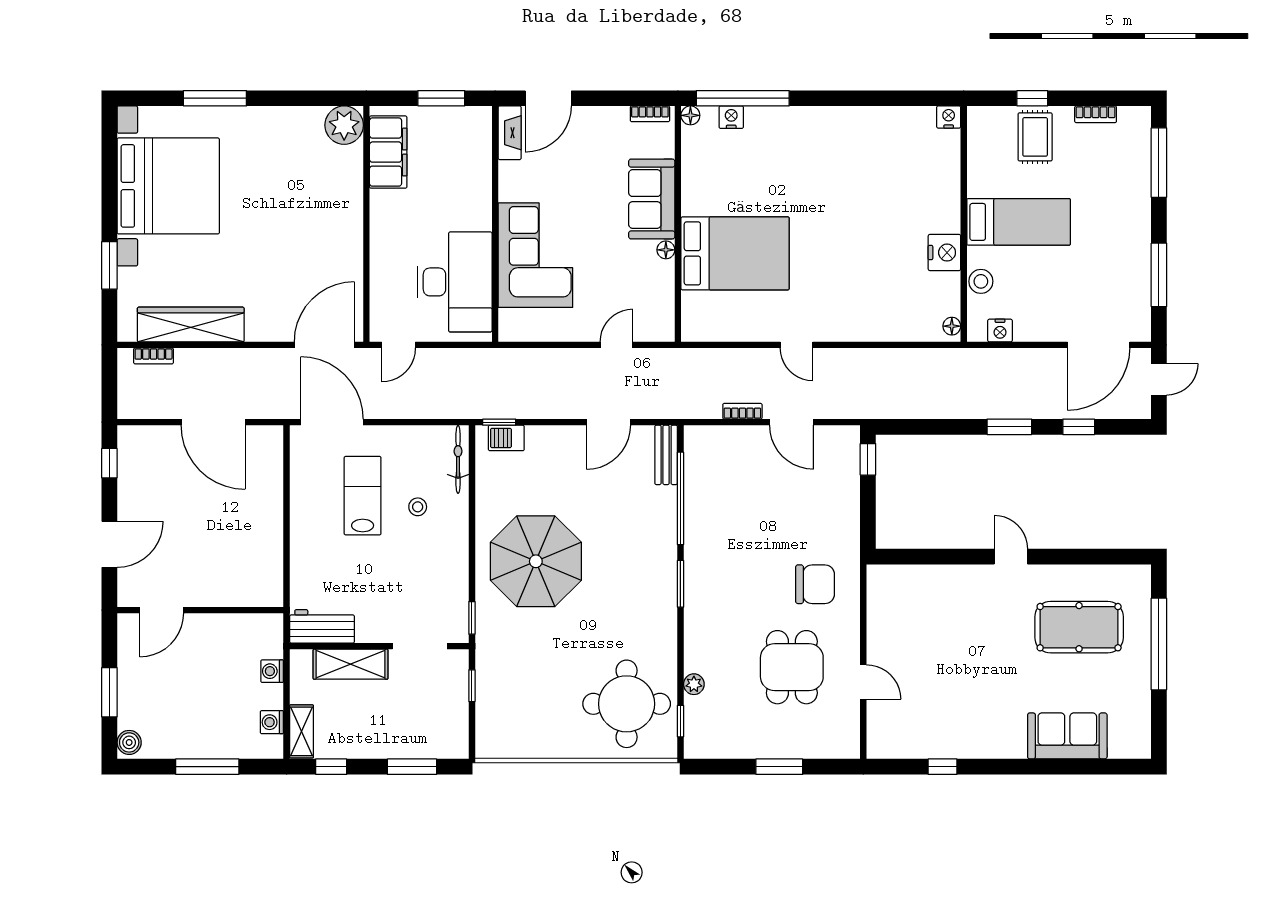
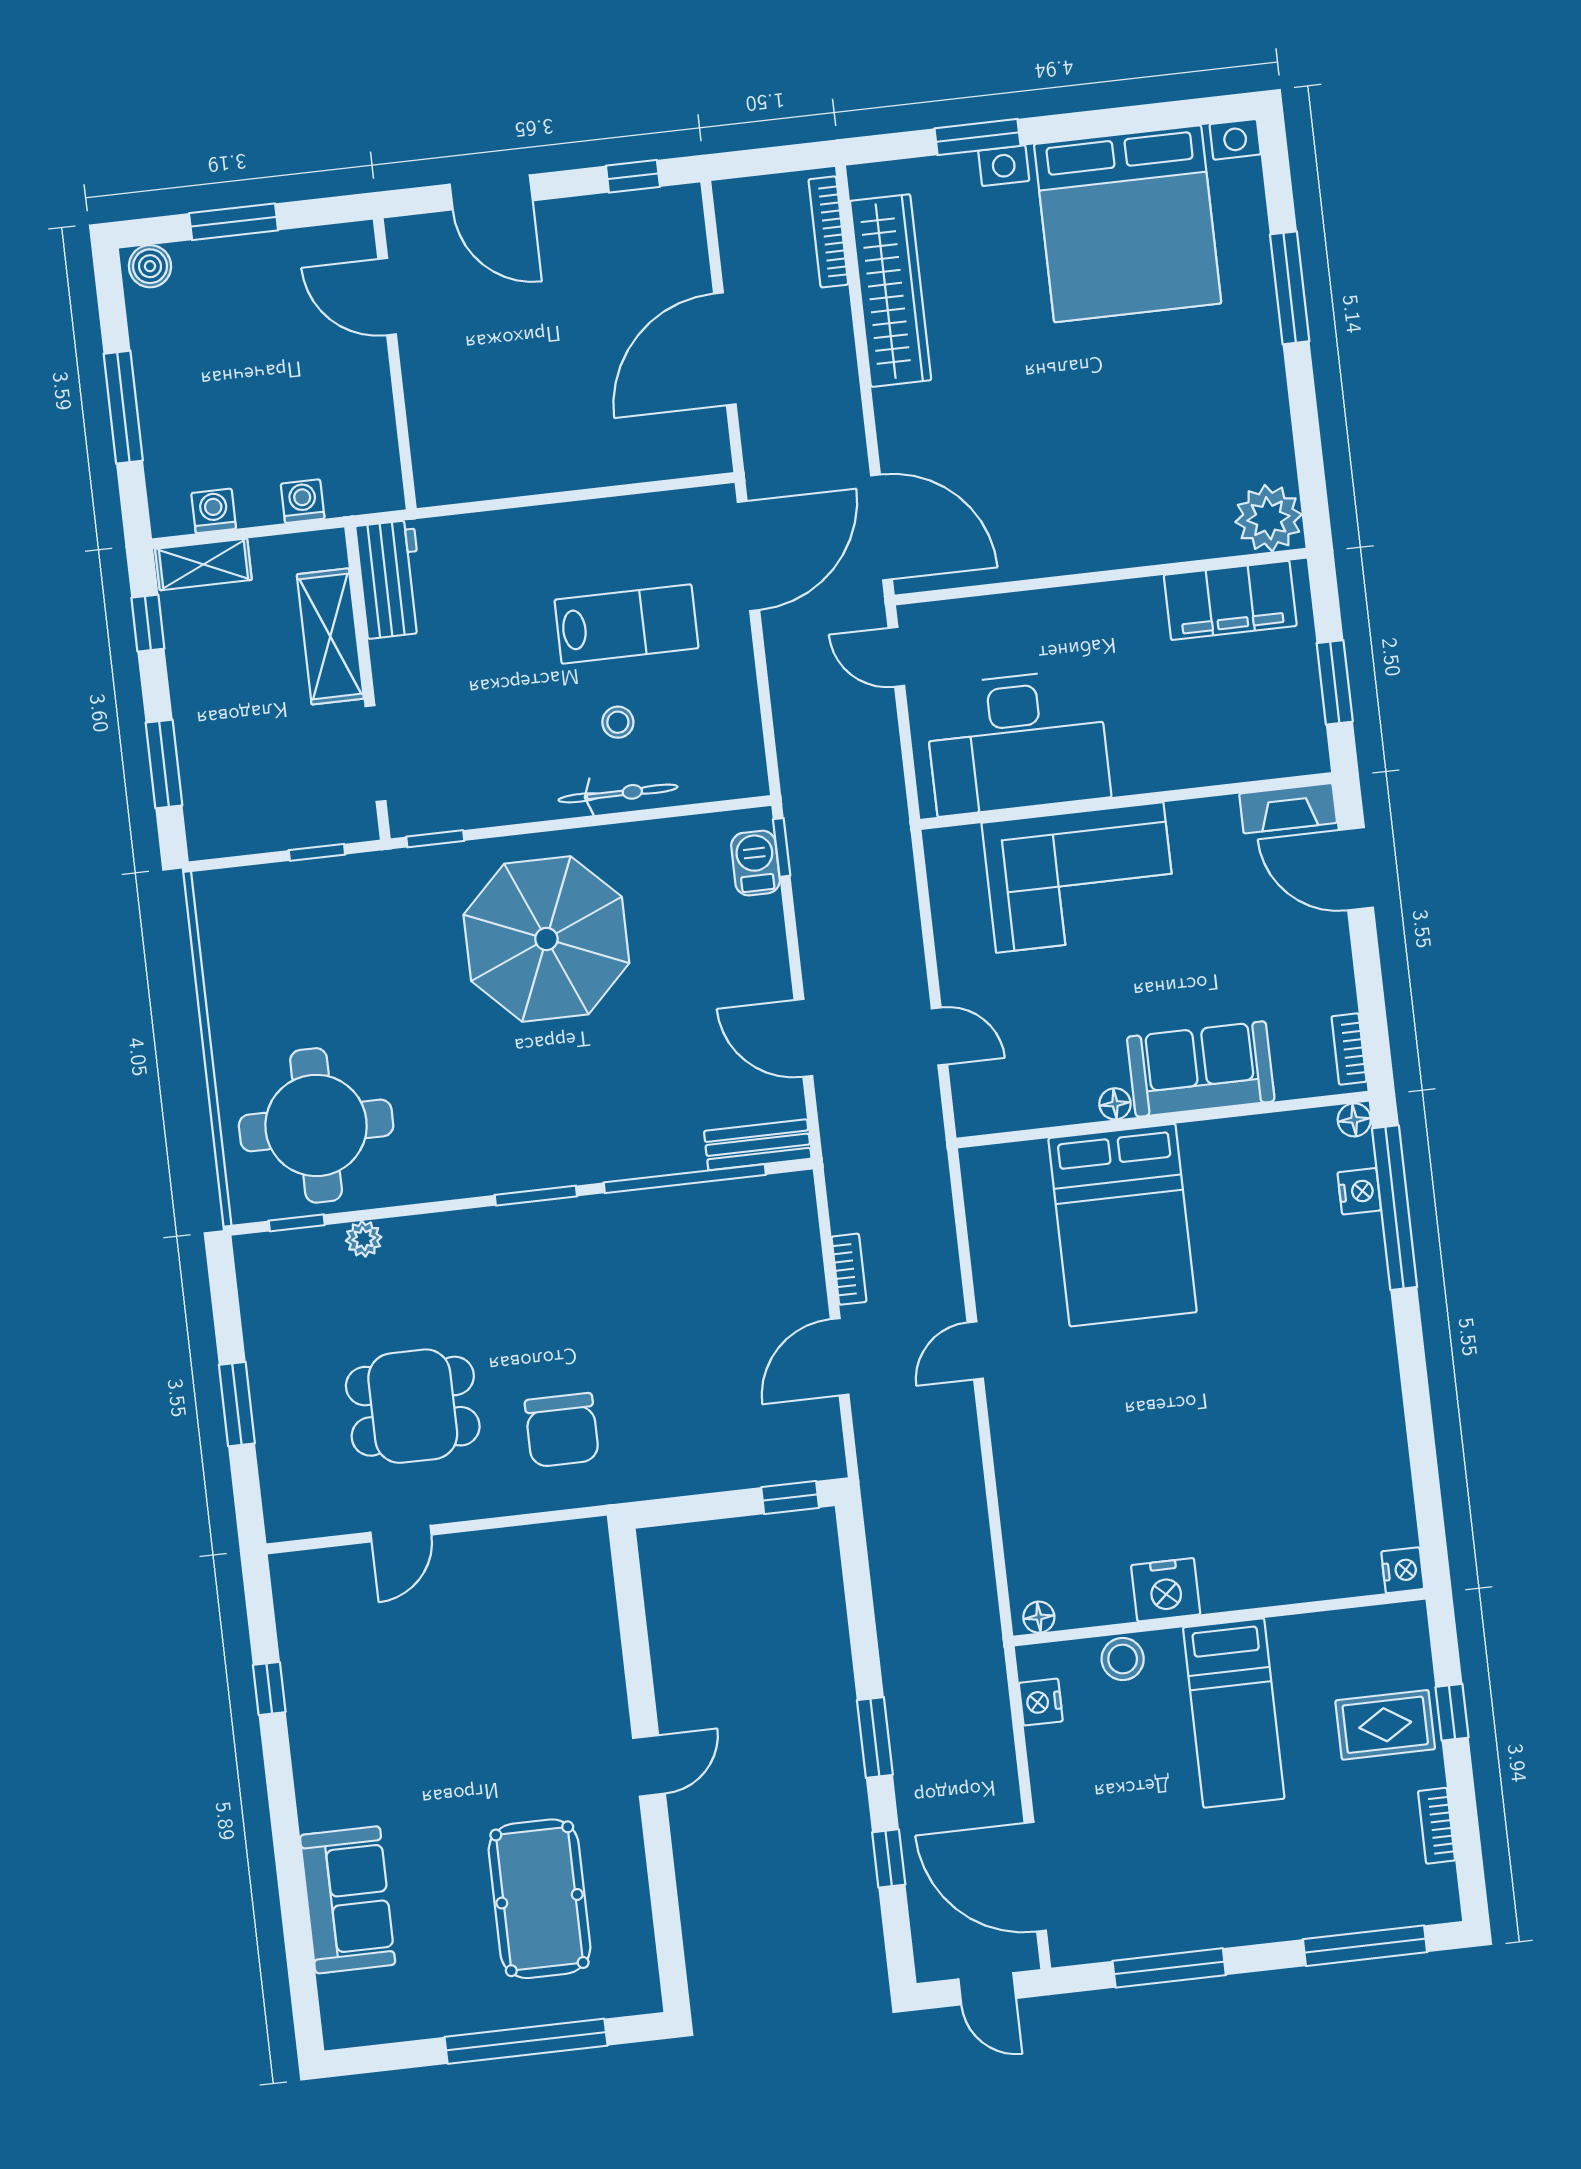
bookcase: (154, 356) -> (828, 232), width x1.56
bicycle: (458, 459) -> (618, 793), moved

